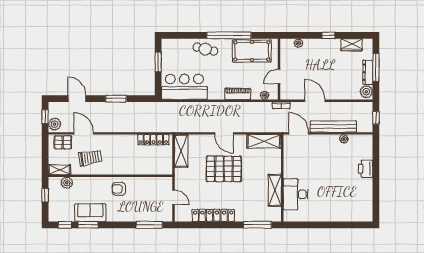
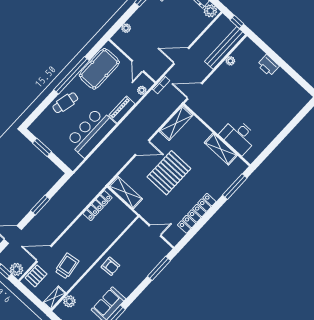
bar counter: (184, 87) -> (91, 132), moved
bench: (333, 127) -> (225, 48), moved
armchair: (119, 189) -> (110, 266), turned -93

